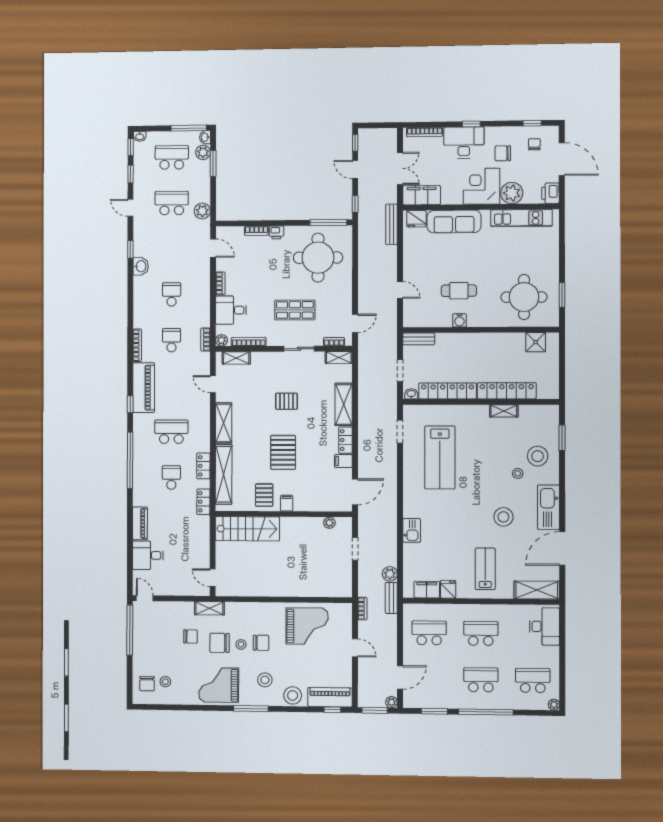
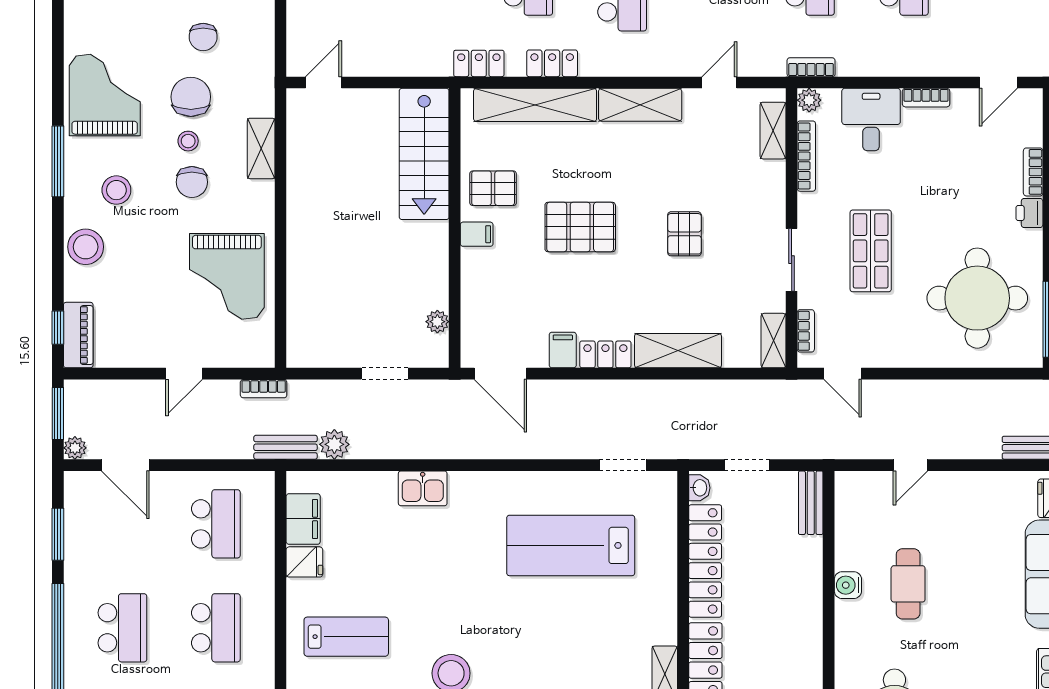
shelving: (209, 608) -> (261, 148), moved
piano: (330, 697) -> (78, 335), width x0.73, depth x0.75

